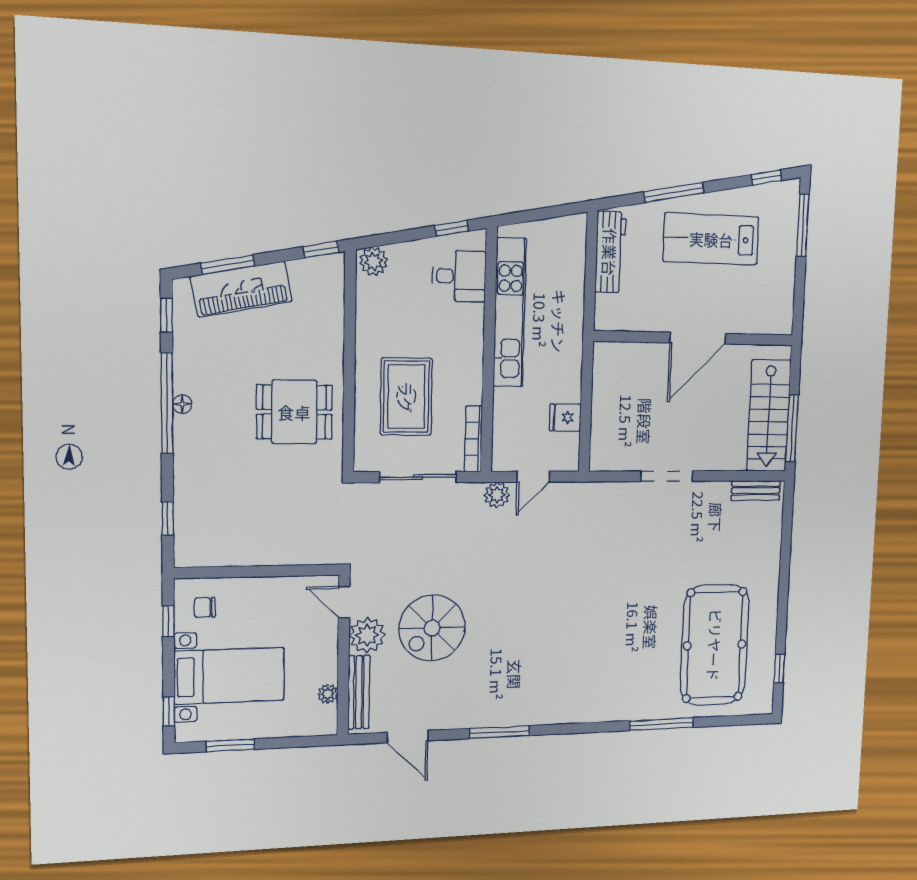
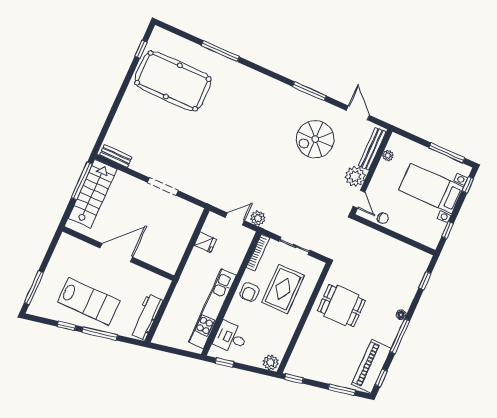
window: (766, 177) -> (66, 326), moved
piano: (241, 289) -> (371, 366), moved, turned -79
armchair: (460, 367) -> (249, 292), added
window: (167, 403) -> (400, 336), width x0.68
floor lamp: (182, 404) -> (401, 315), moved
sliding door: (418, 477) -> (295, 246), width x0.73
chair: (205, 607) -> (383, 218), moved
spiral stairs: (432, 628) -> (315, 139), moved, turned 180
pool table: (715, 645) -> (173, 81), turned 90
window: (230, 745) -> (447, 153), width x1.44

